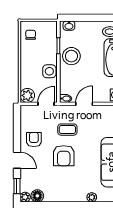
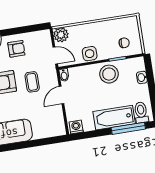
washbasin: (69, 26) -> (142, 77), moved
chair: (31, 35) -> (124, 43), moved
door: (84, 104) -> (62, 95), swing flipped

